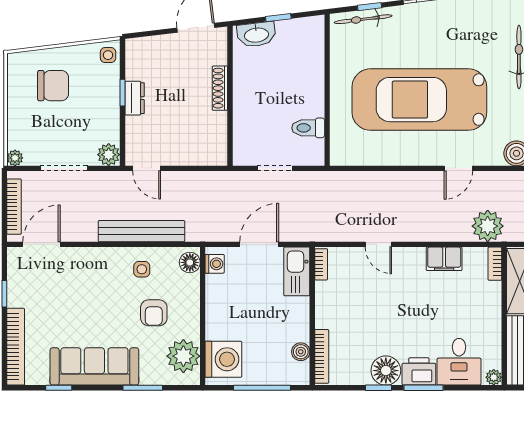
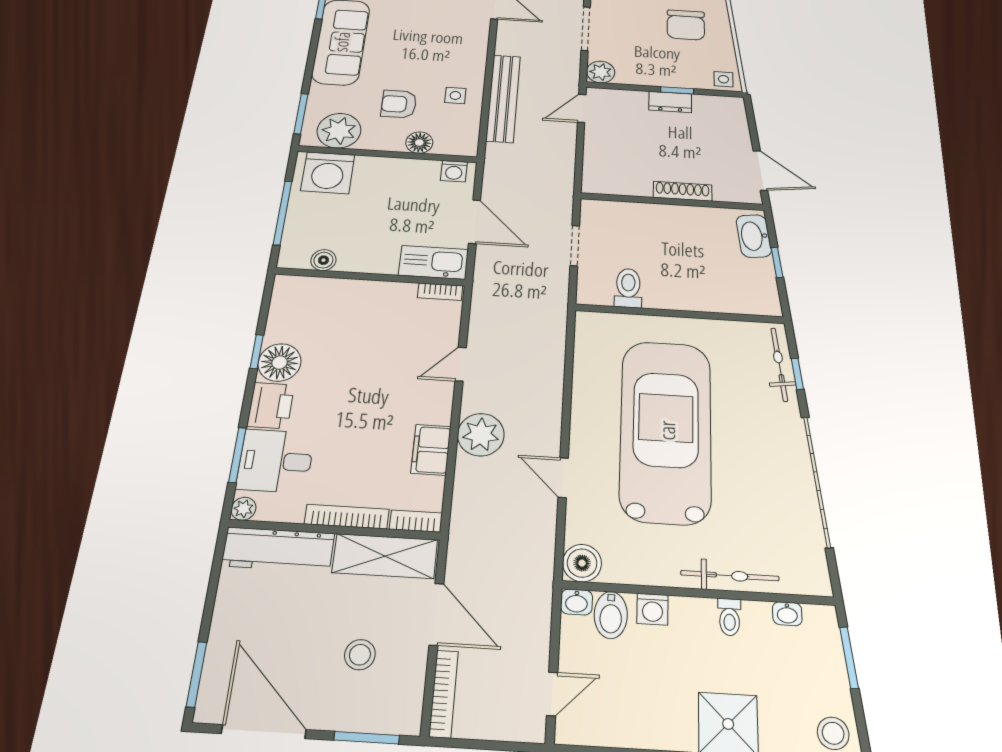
plant: (488, 226) -> (481, 435), moved
floor lamp: (190, 262) -> (419, 143), moved
bookcase: (322, 356) -> (347, 517), moved, turned 180
window: (143, 388) -> (301, 114), moved
window: (423, 388) -> (237, 455), moved

